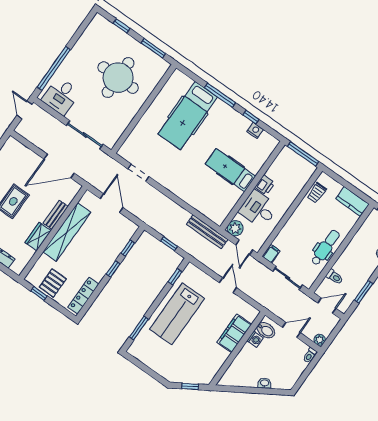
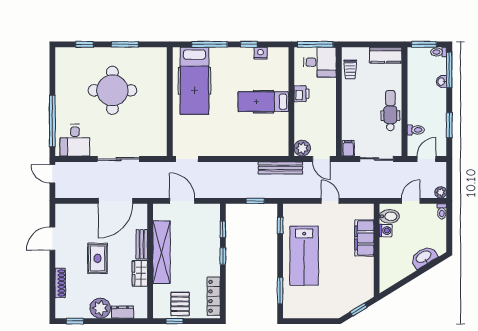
wall: (144, 109) -> (170, 102), moved
desk: (258, 209) -> (320, 62), moved, turned 180
washbasin: (265, 383) -> (424, 257), width x1.91, depth x1.45

